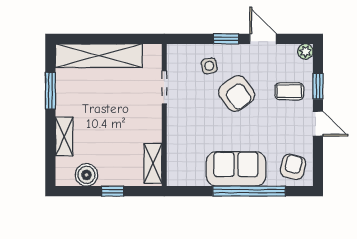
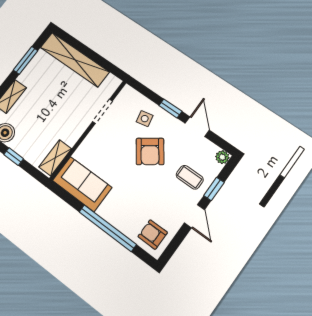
armchair: (293, 167) -> (153, 234), turned -103
sofa: (236, 169) -> (82, 184), moved

